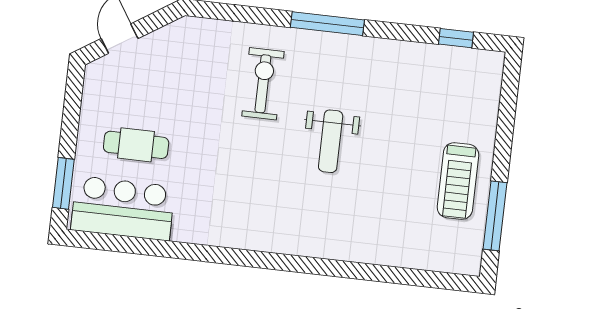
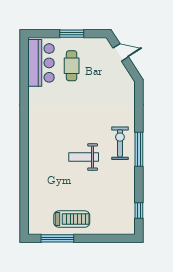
exercise bike: (263, 84) -> (120, 143), moved, turned -90
treadmill: (458, 181) -> (72, 219), turned 180
window: (63, 183) -> (72, 34), moved

